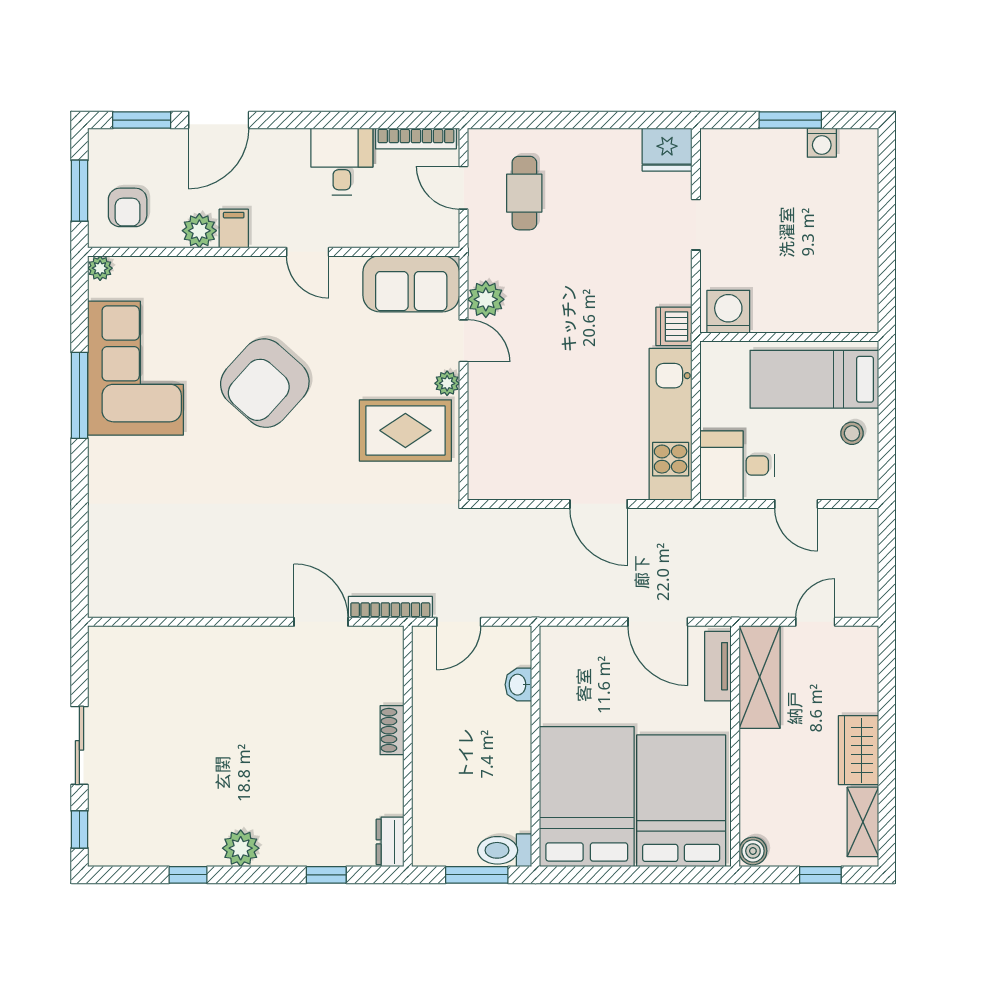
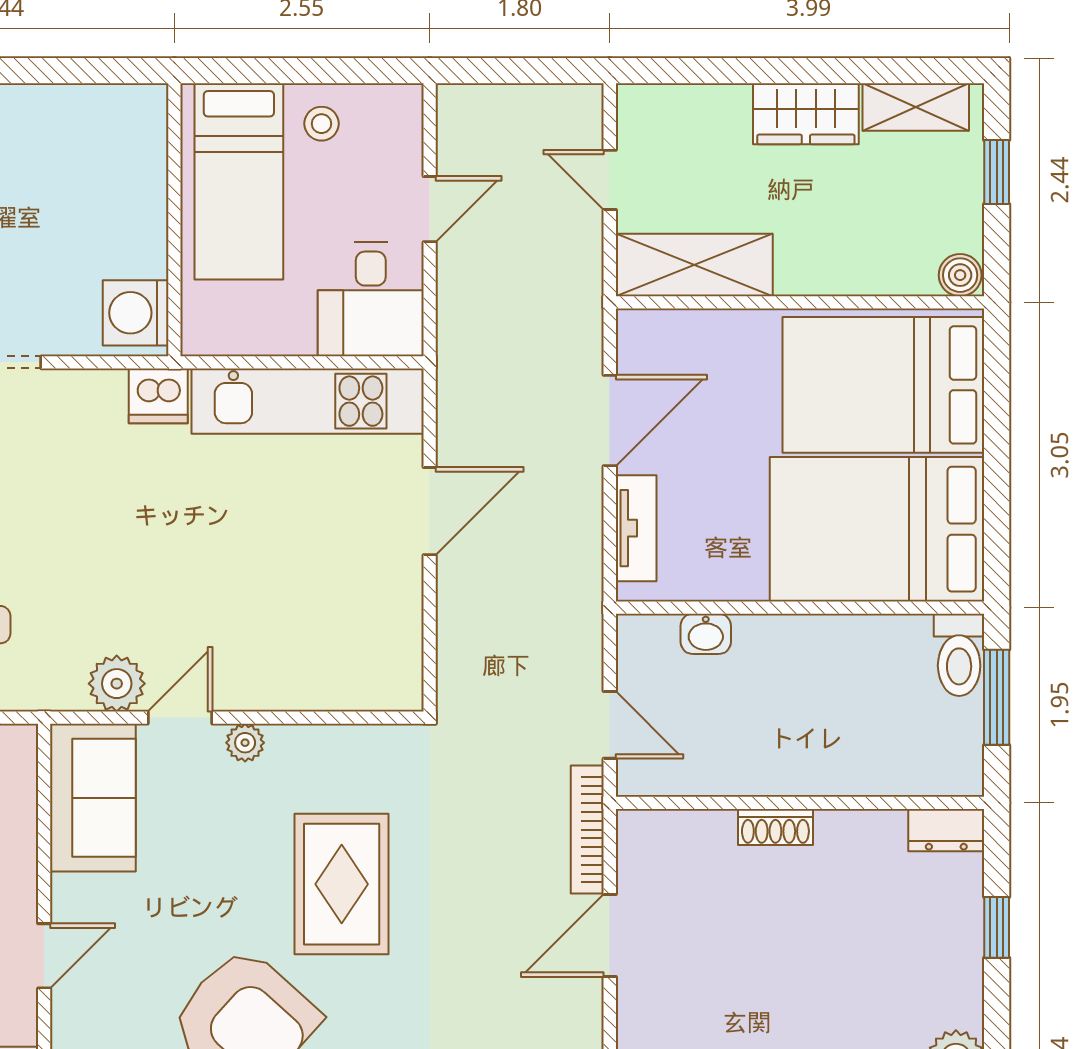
rug: (405, 430) -> (342, 884), moved
tv unit: (718, 666) -> (636, 528), moved, turned -90

